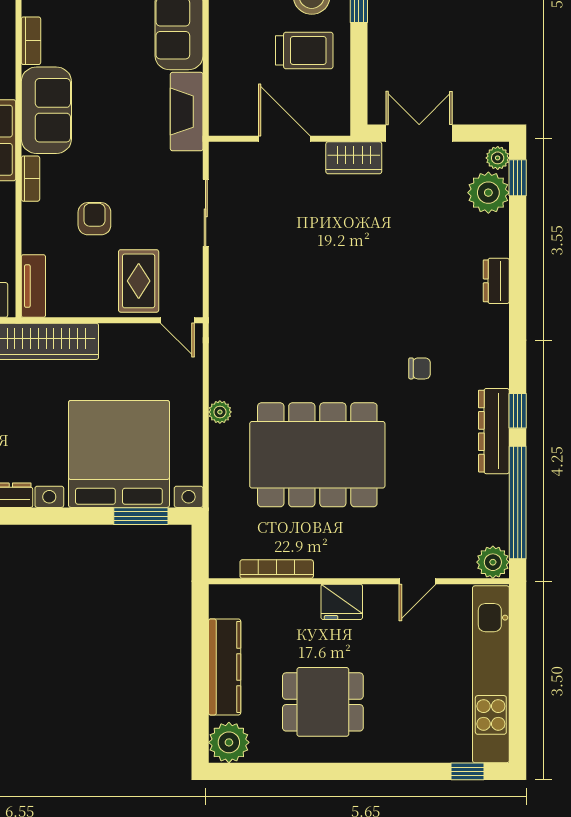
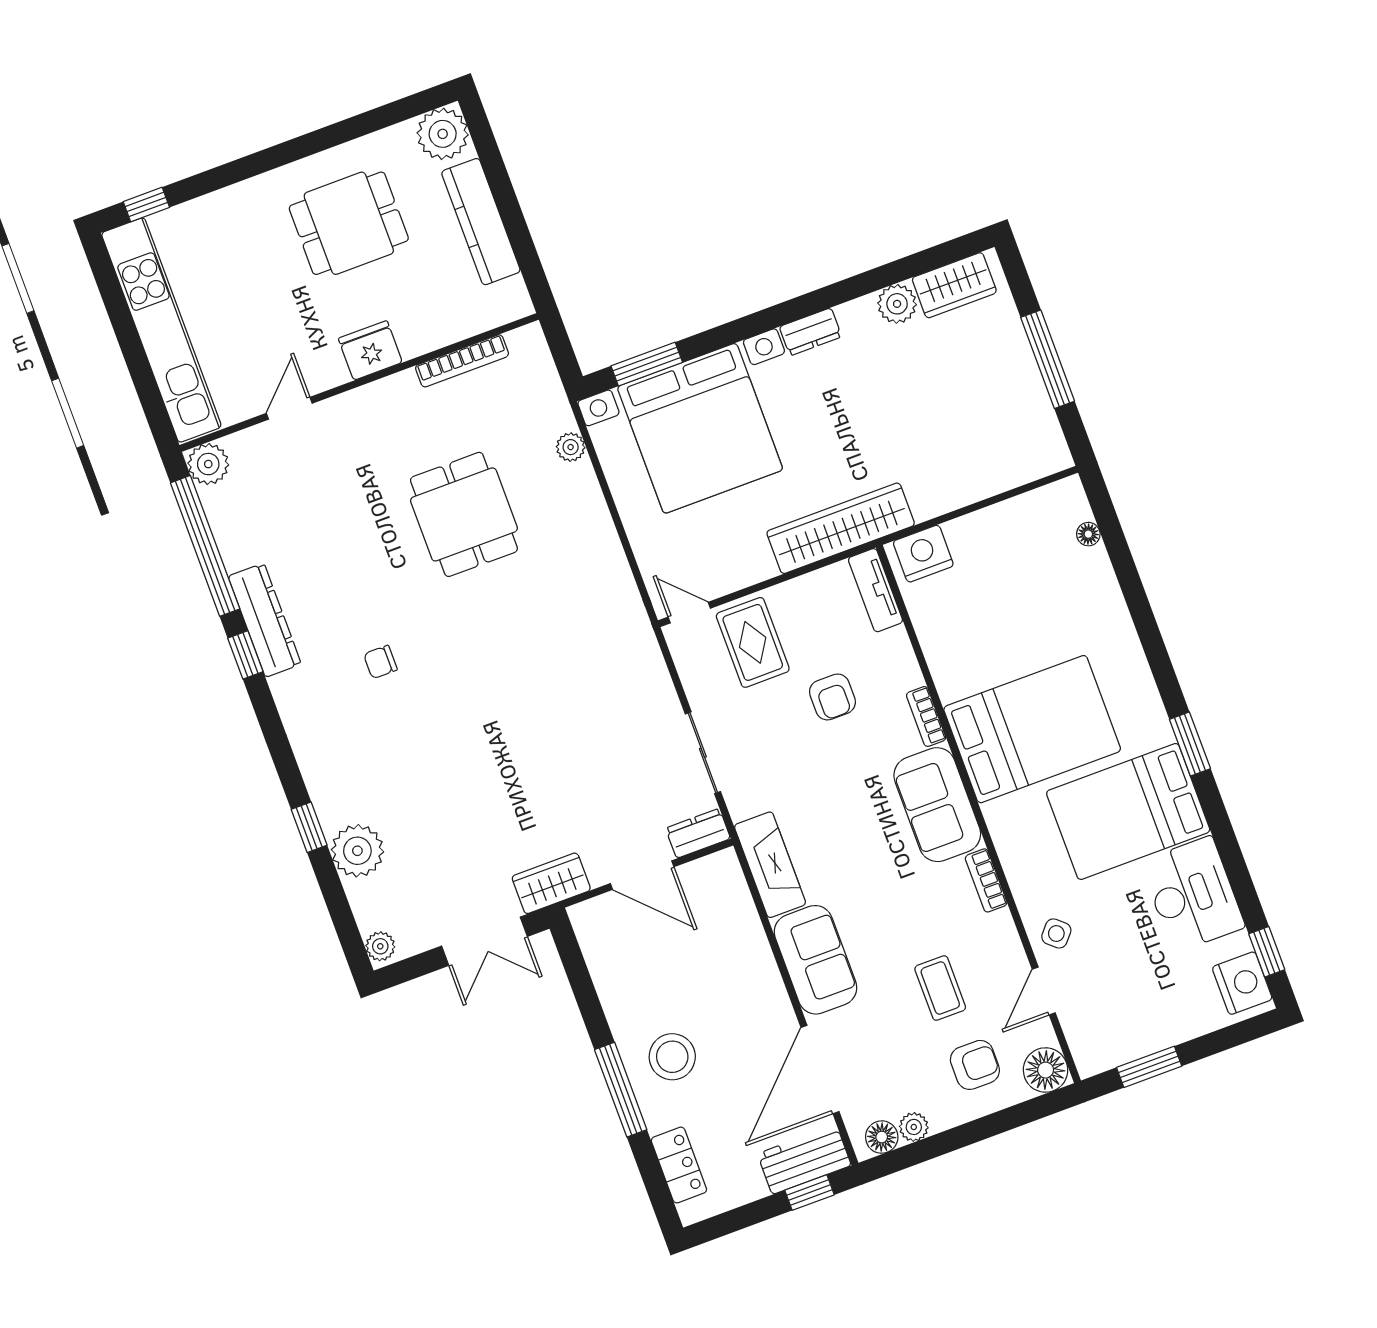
trolley: (304, 50) -> (657, 989), removed
window: (518, 178) -> (309, 827), moved
plant: (488, 193) -> (357, 851), moved
dresser: (496, 281) -> (698, 833), moved, turned -90
plant: (220, 412) -> (571, 447), moved
dining table: (317, 455) -> (464, 514), width x0.53, depth x0.80

